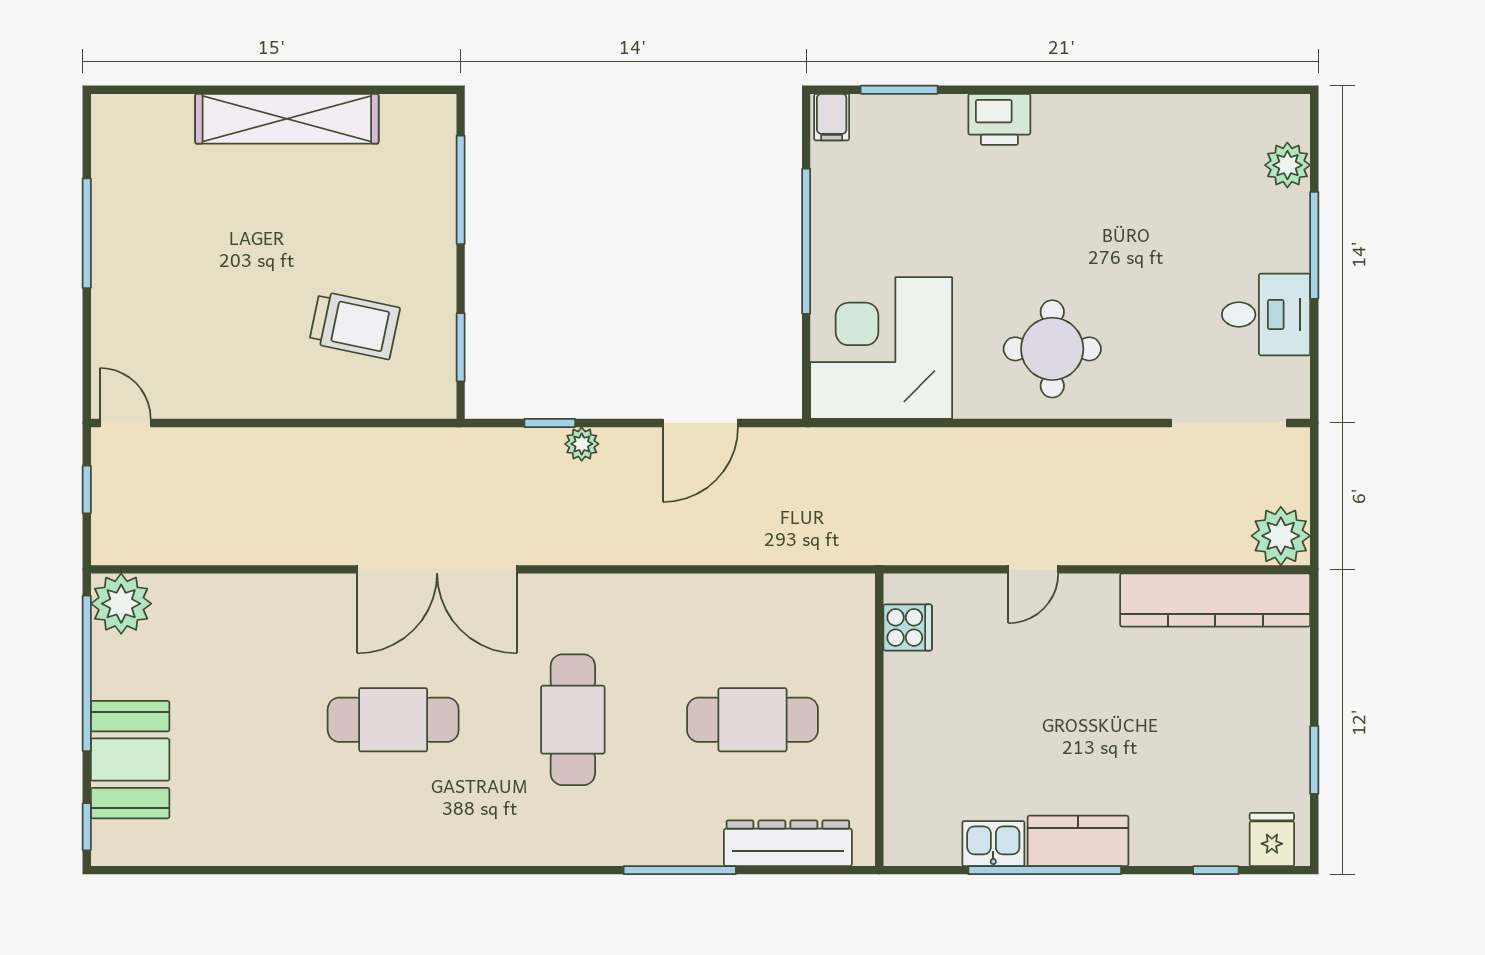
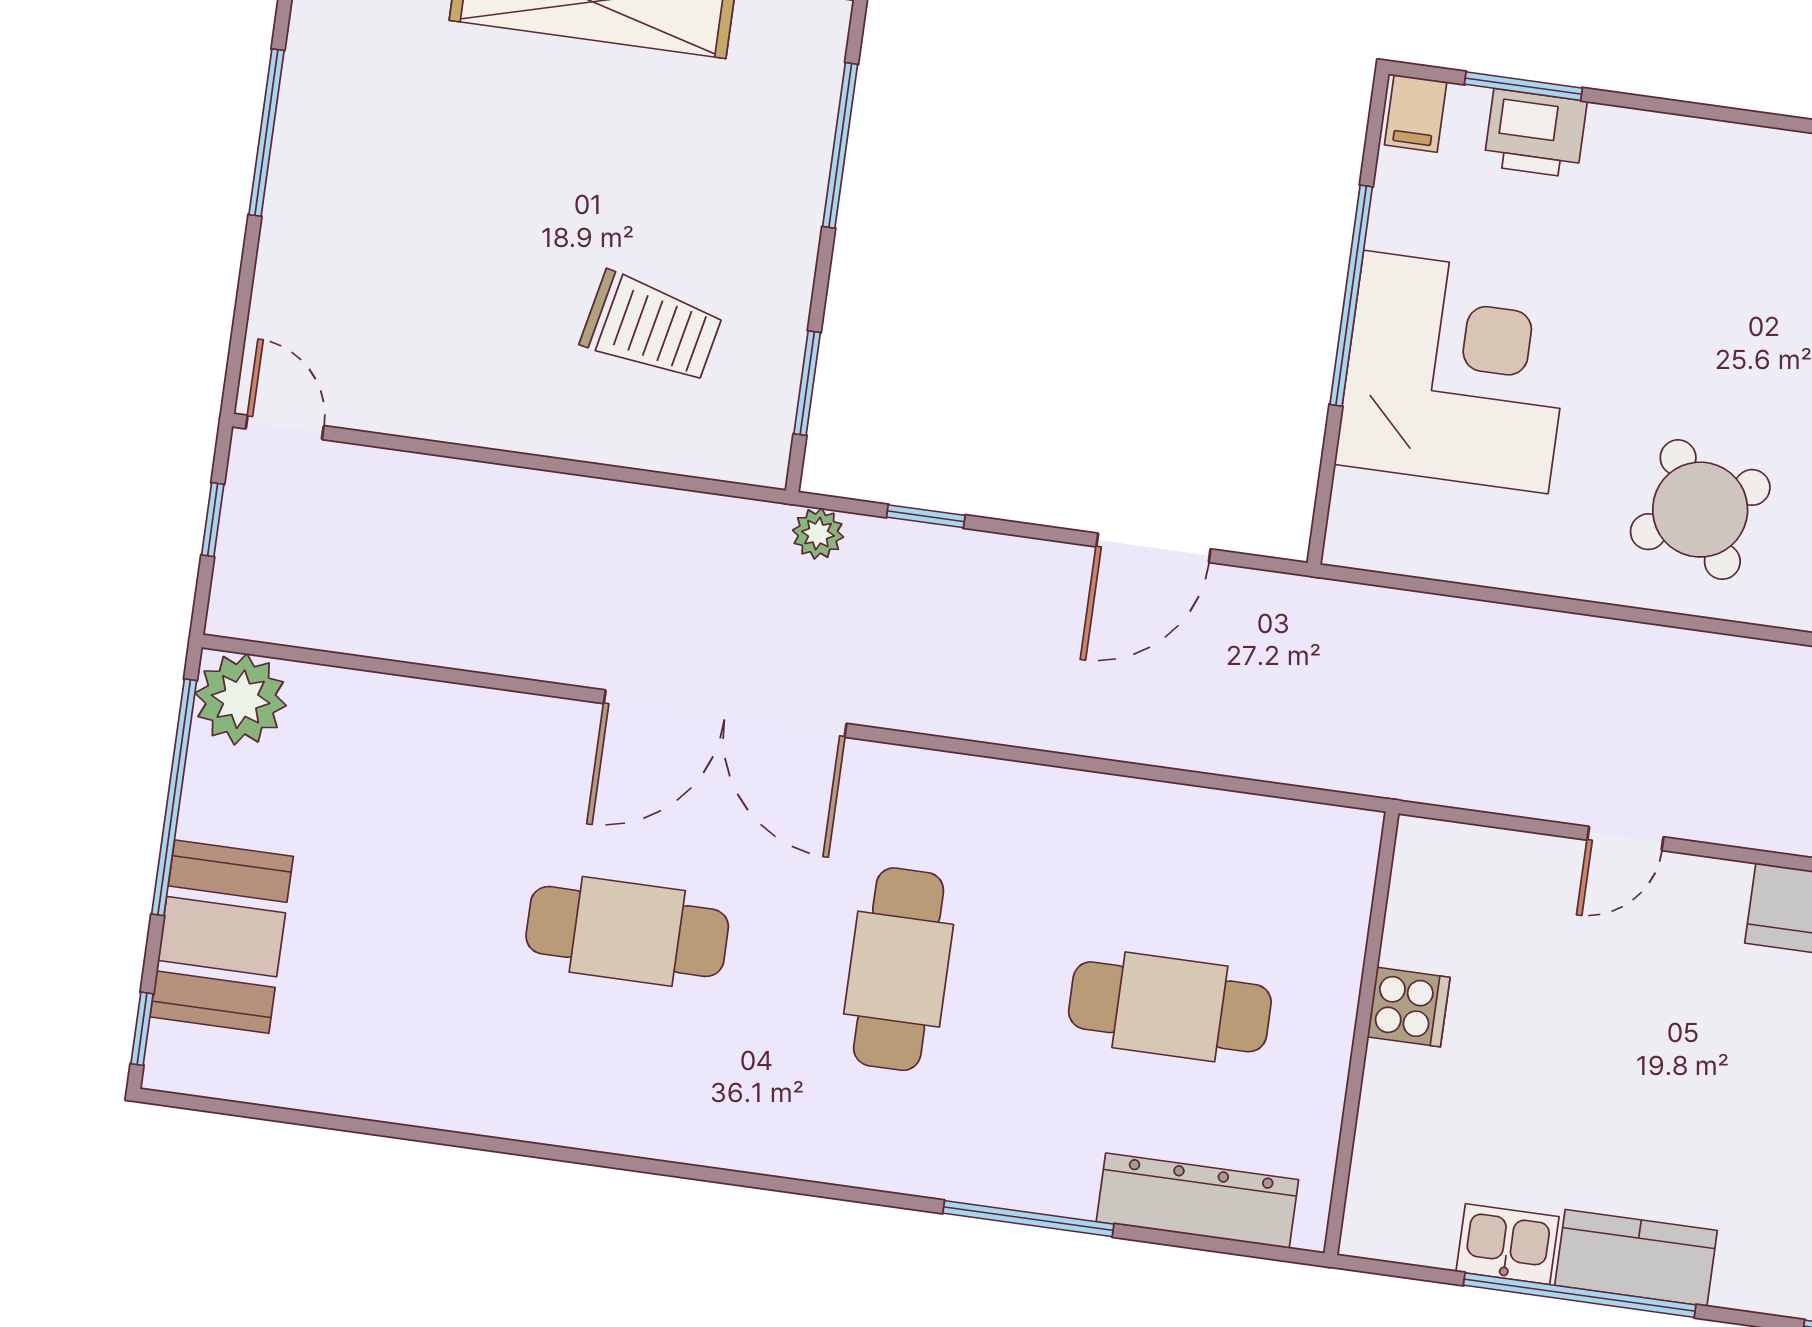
printer: (999, 119) -> (1535, 133), moved
corner desk: (881, 348) -> (1456, 372), moved, turned 90
round table: (1052, 349) -> (1700, 510), turned -31
plant: (582, 444) -> (818, 534), moved
cooker: (908, 627) -> (1409, 1007), moved

